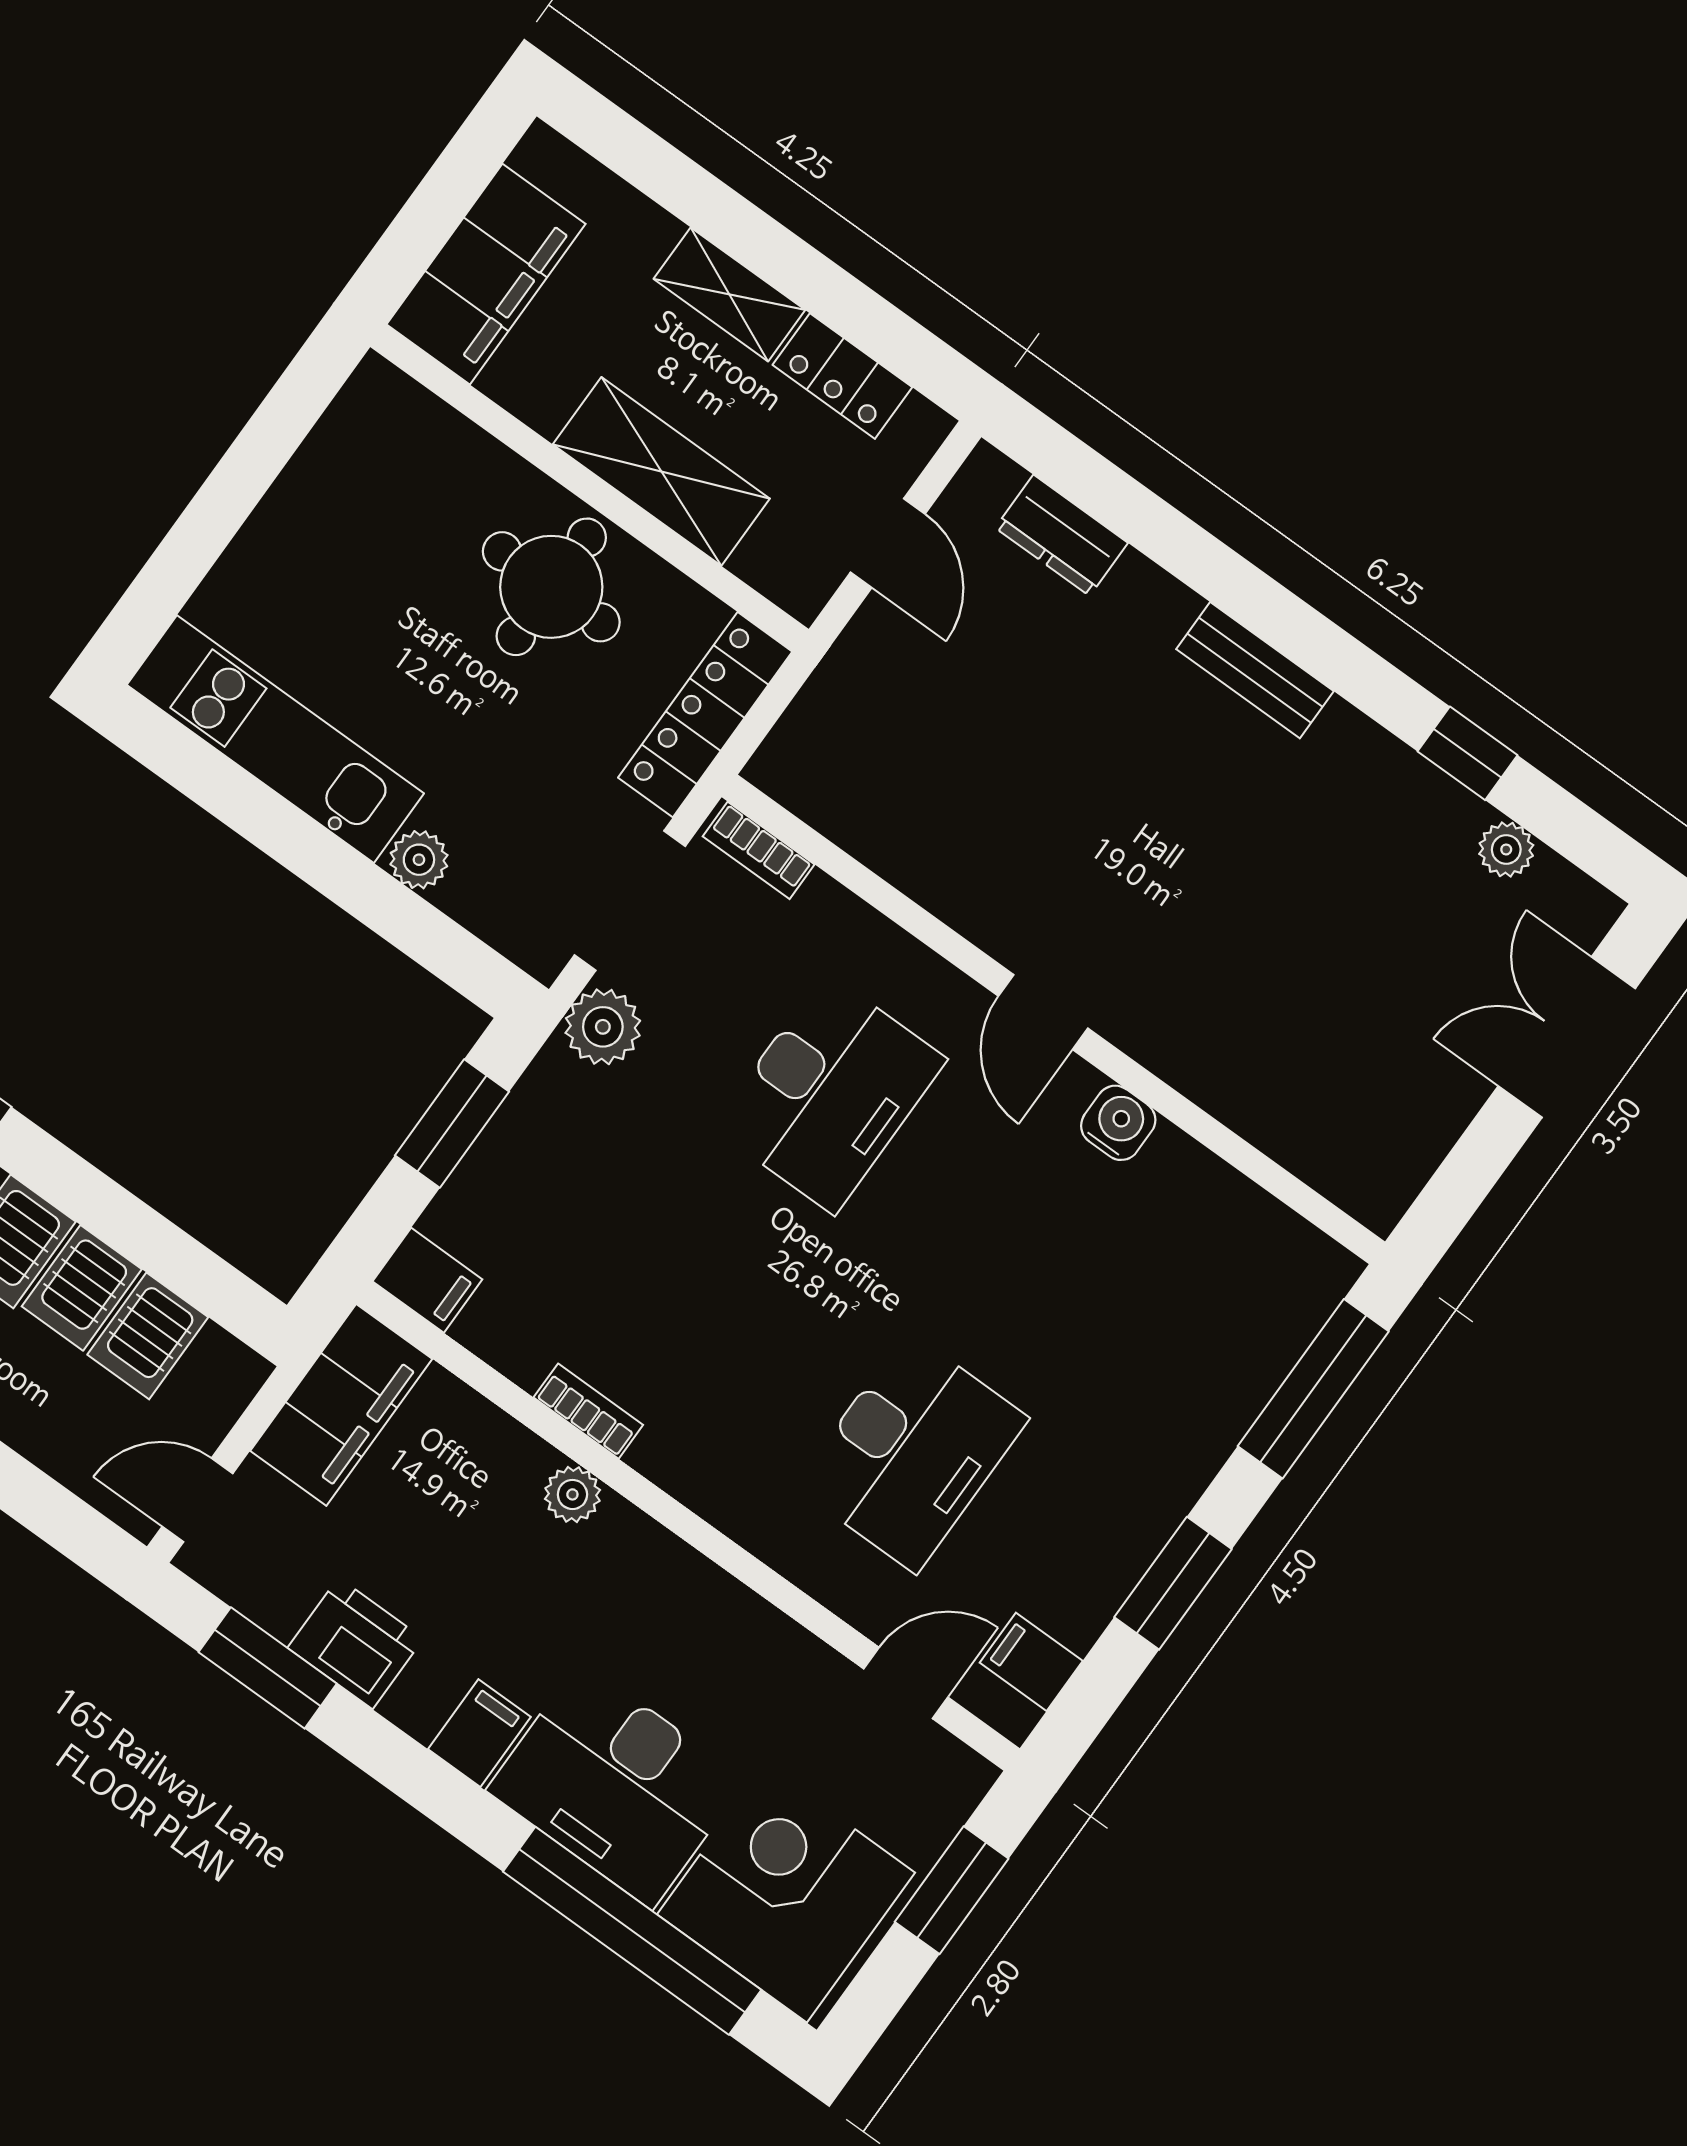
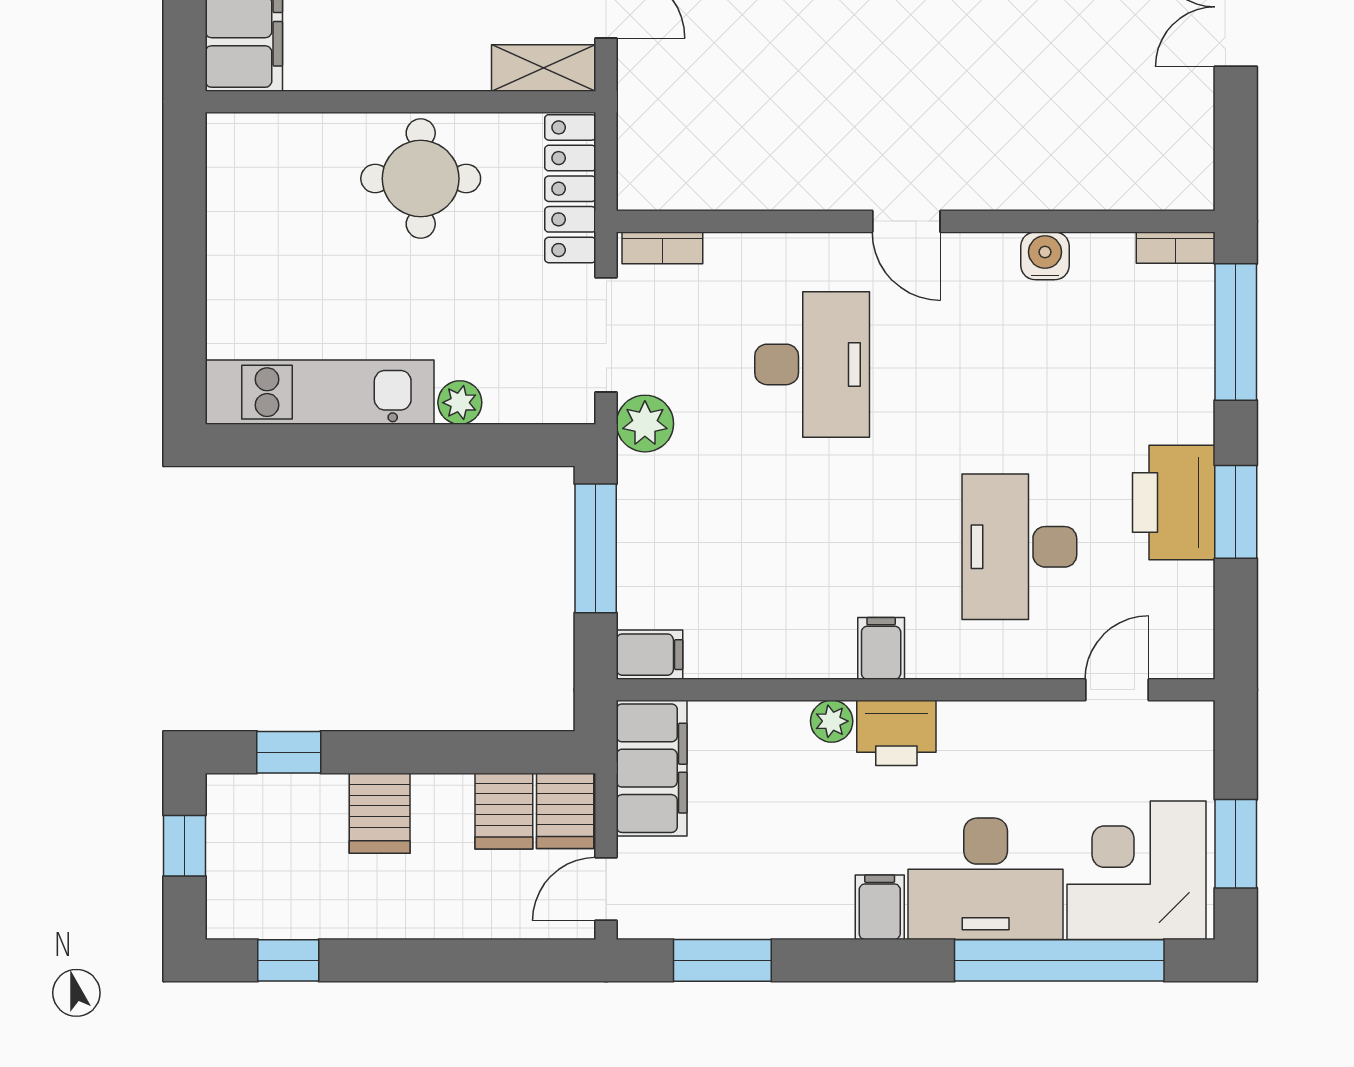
shelving: (661, 471) -> (544, 68), moved, width x0.67, depth x0.75
window: (452, 1123) -> (596, 548), width x1.44
water cooler: (1118, 1123) -> (1045, 256), moved
server rack: (82, 1288) -> (565, 811), moved
bookcase: (588, 1411) -> (1176, 248), moved, turned 180
desk: (912, 1452) -> (1019, 547), turned 180
printer: (1113, 1525) -> (1174, 503), added
printer: (355, 1643) -> (896, 733), moved, turned 180
filing cabinet: (1031, 1662) -> (881, 648), moved, turned 90
window: (952, 1890) -> (1236, 844), moved

